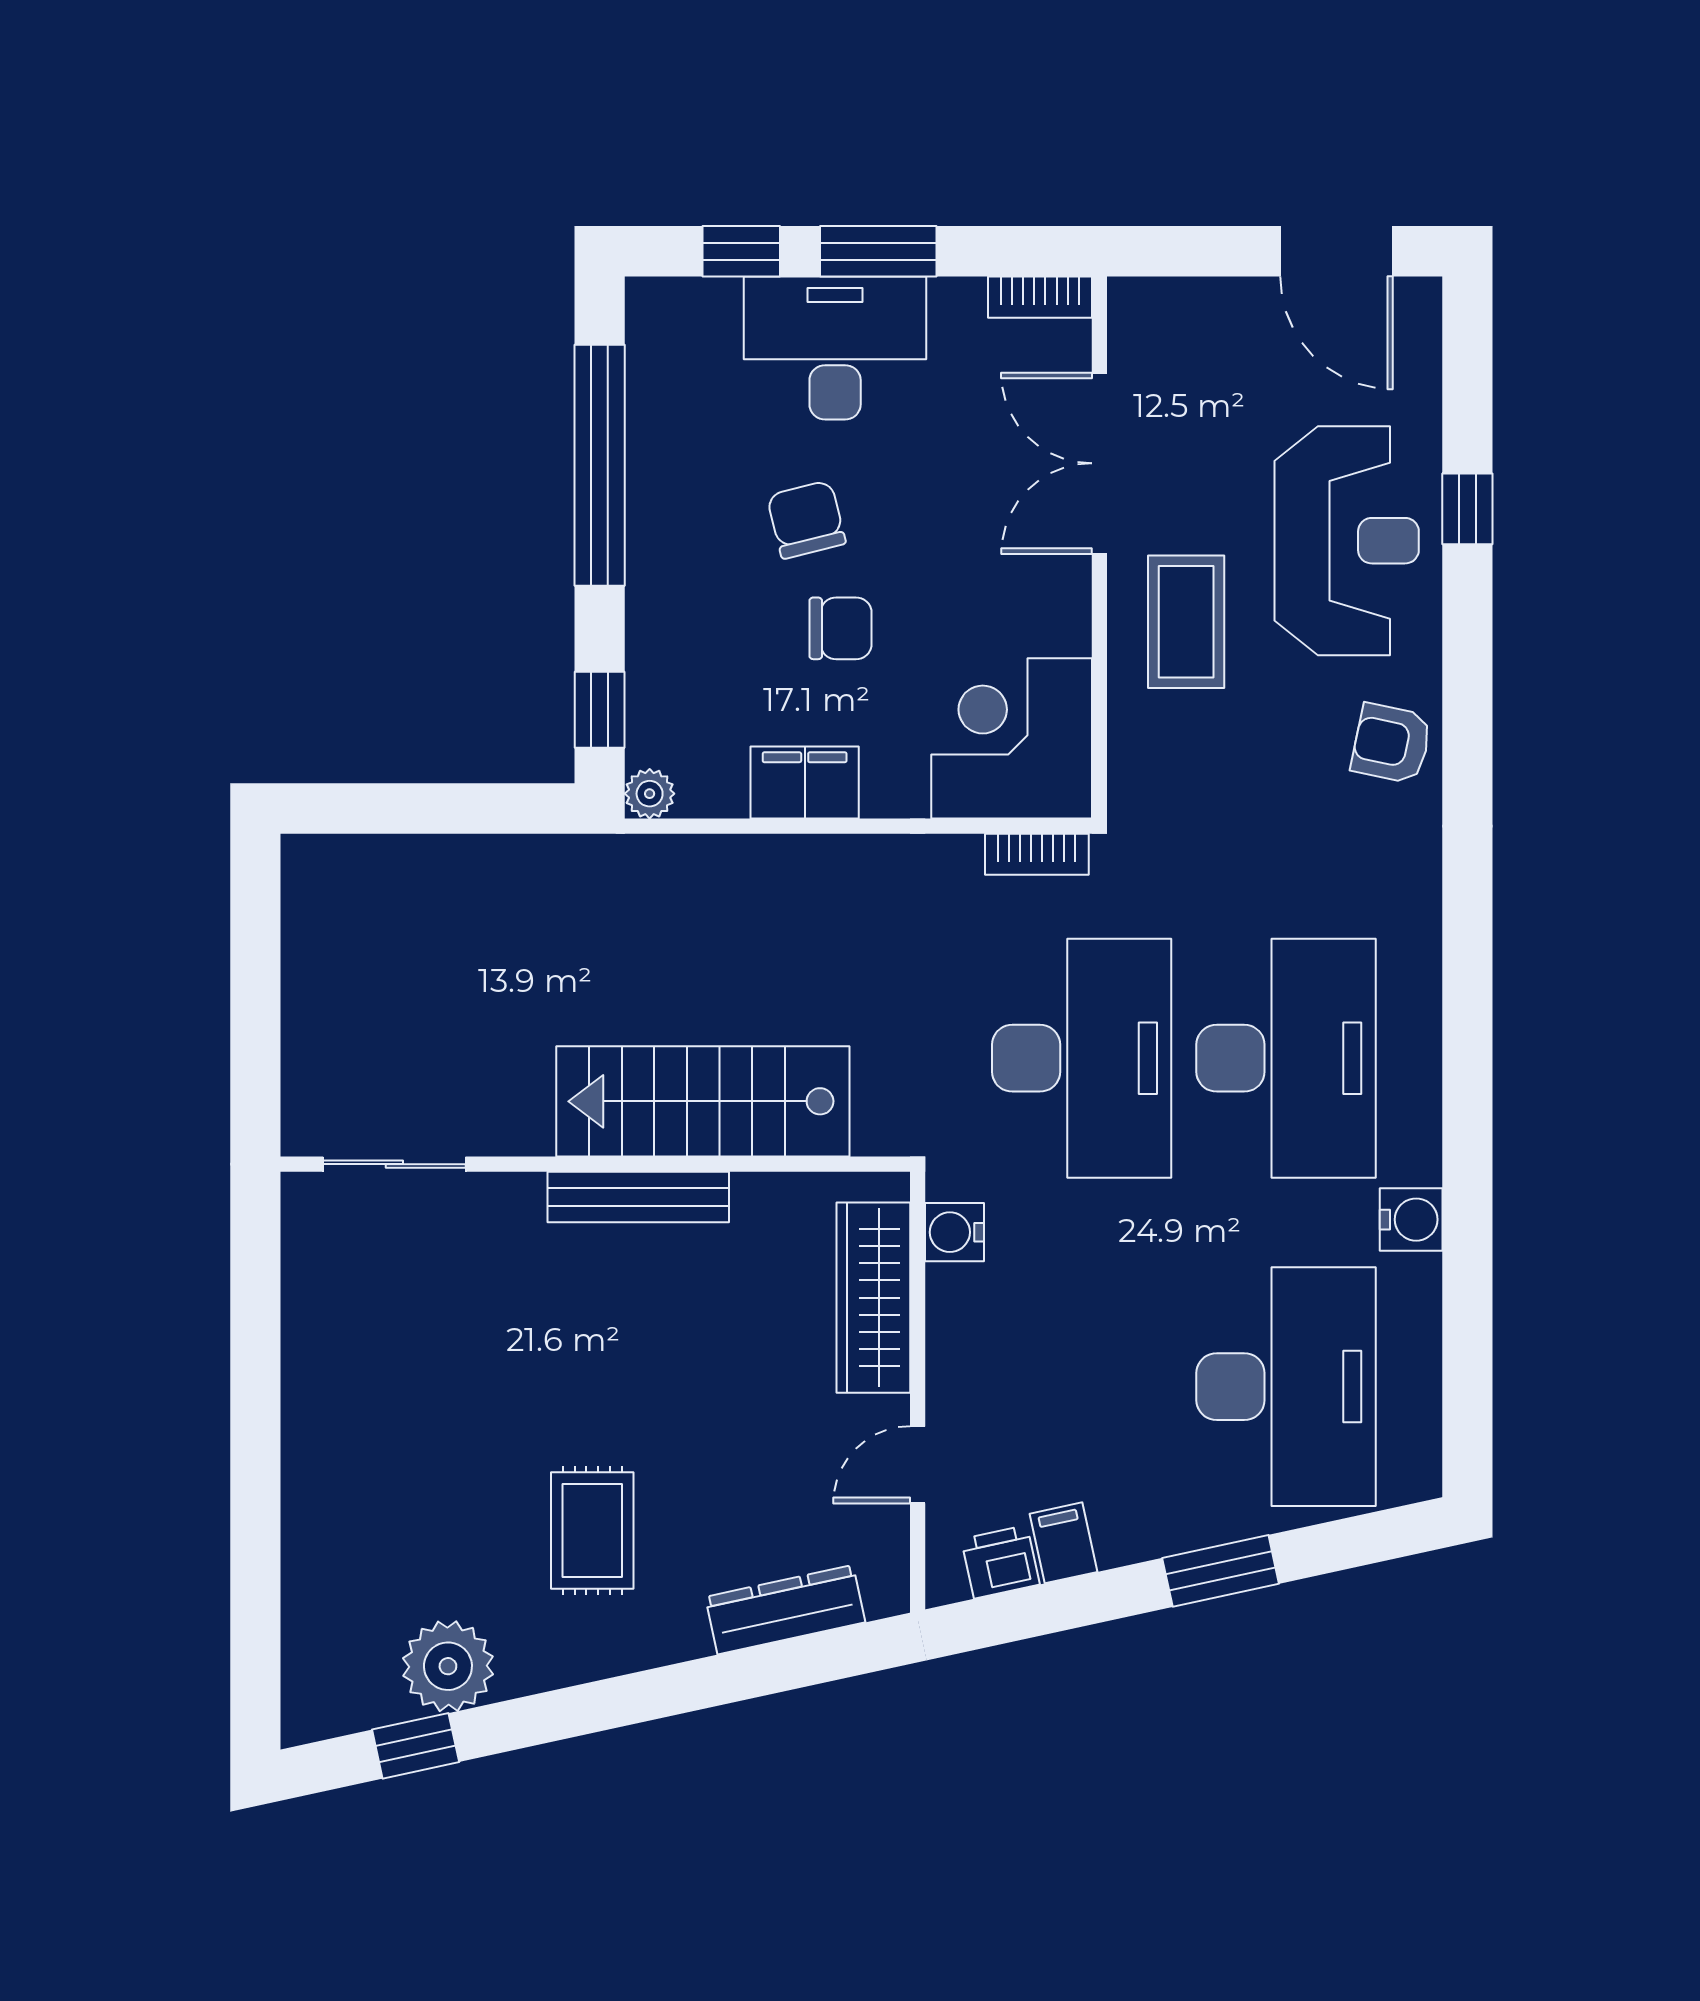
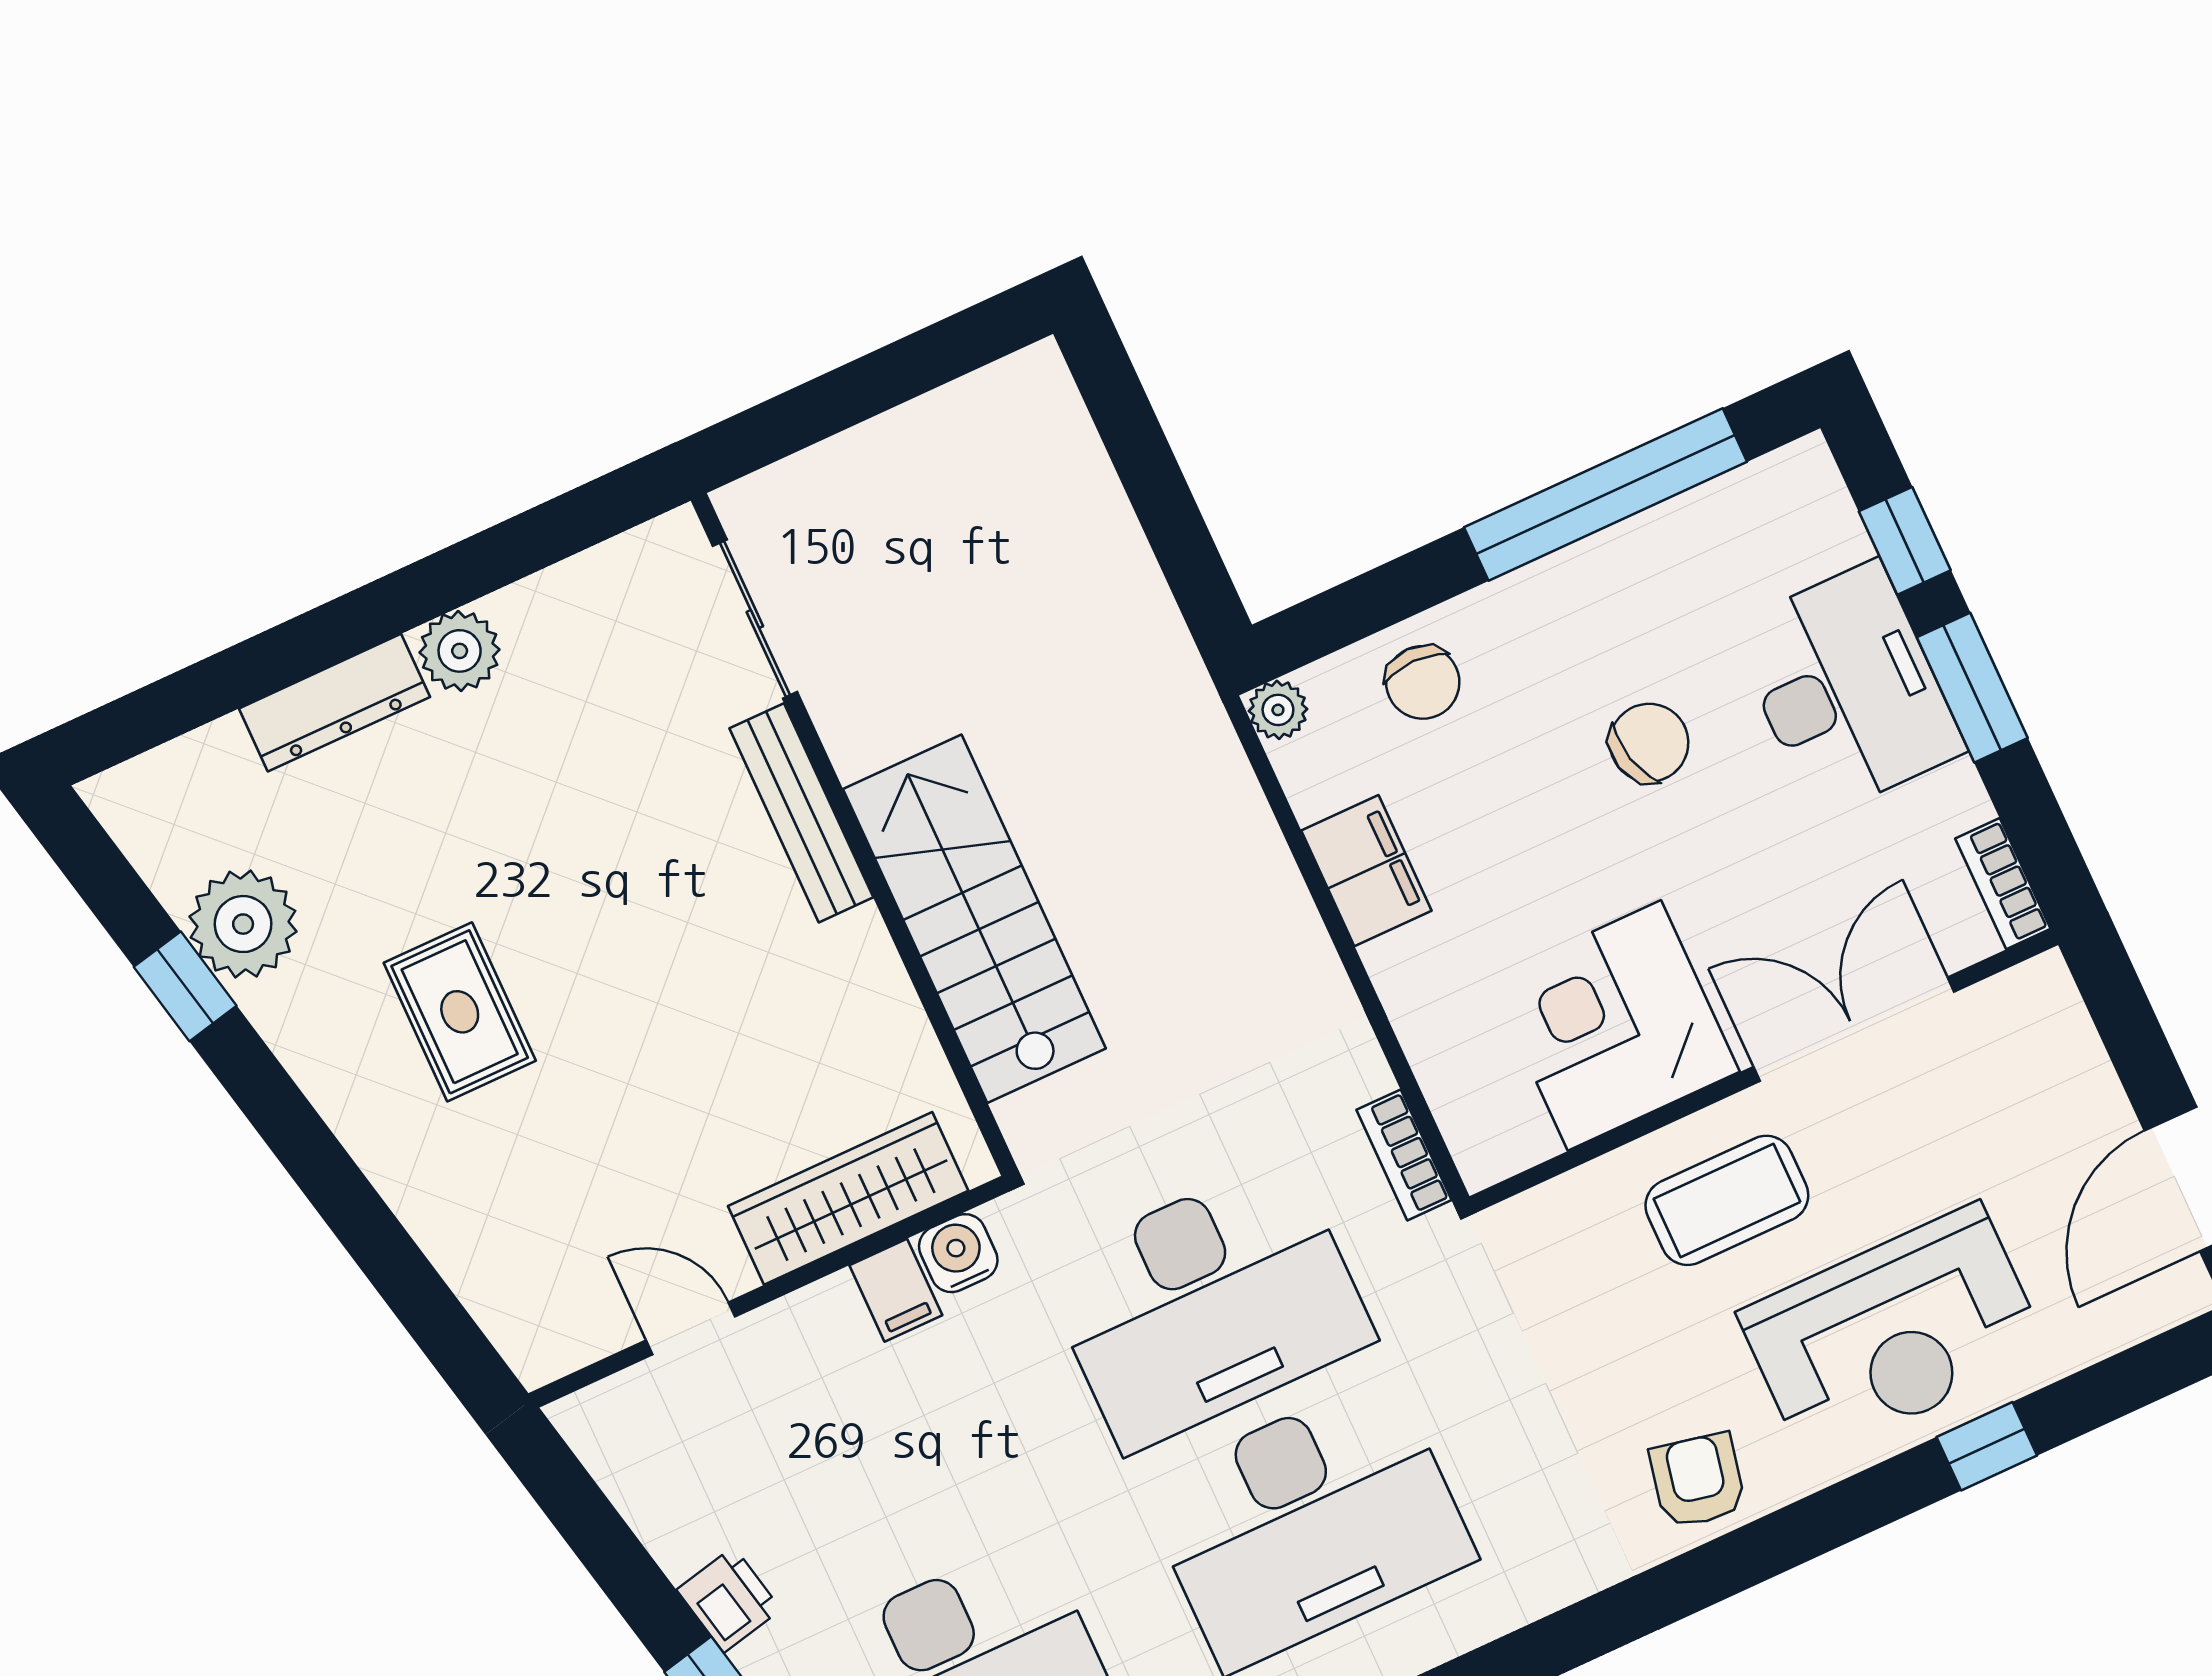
chair: (840, 628) -> (1423, 682), moved
window: (600, 710) -> (1343, 615), removed
corner desk: (1012, 738) -> (1614, 1025), moved, turned -90
bench: (638, 1197) -> (801, 813), moved
plant: (314, 1403) -> (460, 651), added
rug: (592, 1530) -> (460, 1012), turned 90
filing cabinet: (1063, 1543) -> (896, 1290), moved, turned 102
printer: (1001, 1562) -> (729, 1600), moved
dresser: (785, 1610) -> (334, 703), moved, turned 102
window: (416, 1746) -> (185, 986), moved

